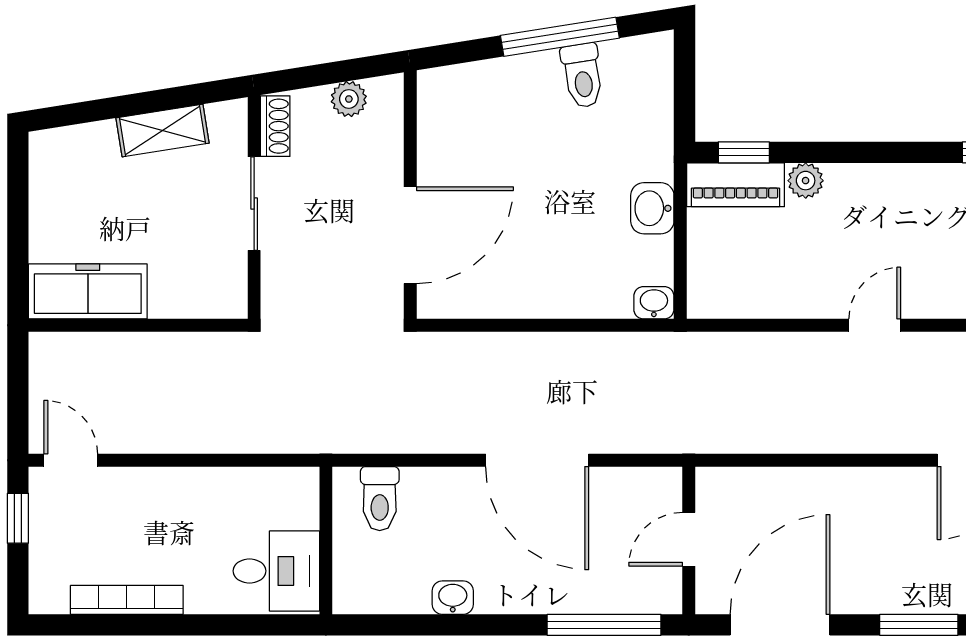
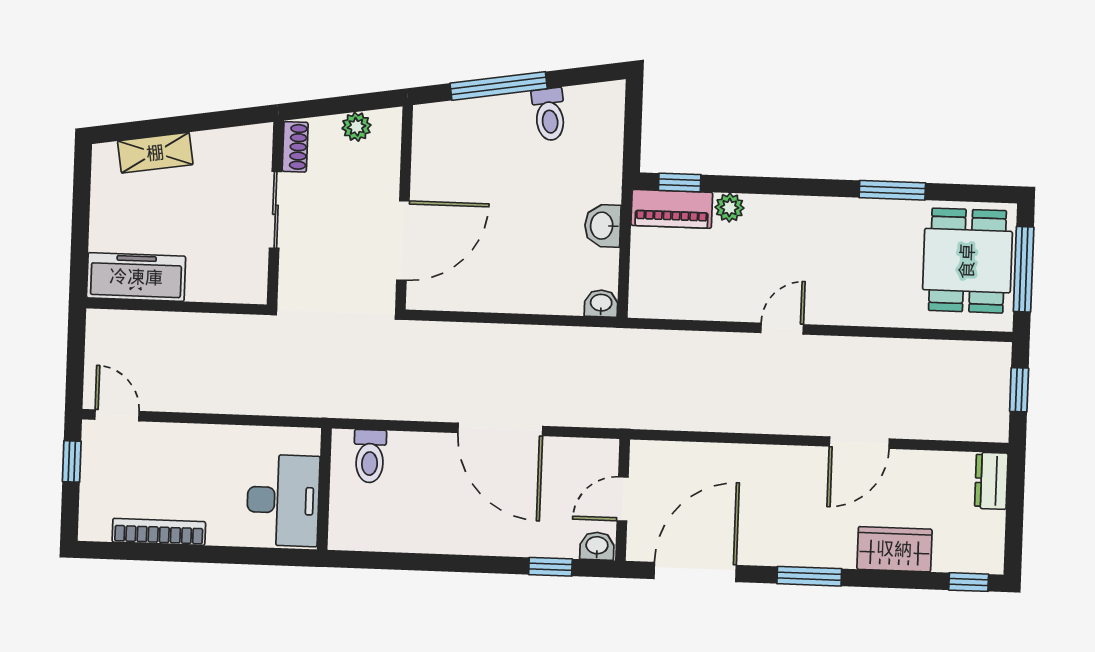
window: (560, 37) -> (499, 86), moved
shelving: (163, 131) -> (155, 153), moved
desk: (276, 571) -> (283, 500), width x1.37
washbasin: (453, 598) -> (597, 546), moved
window: (604, 625) -> (550, 567), width x0.46

